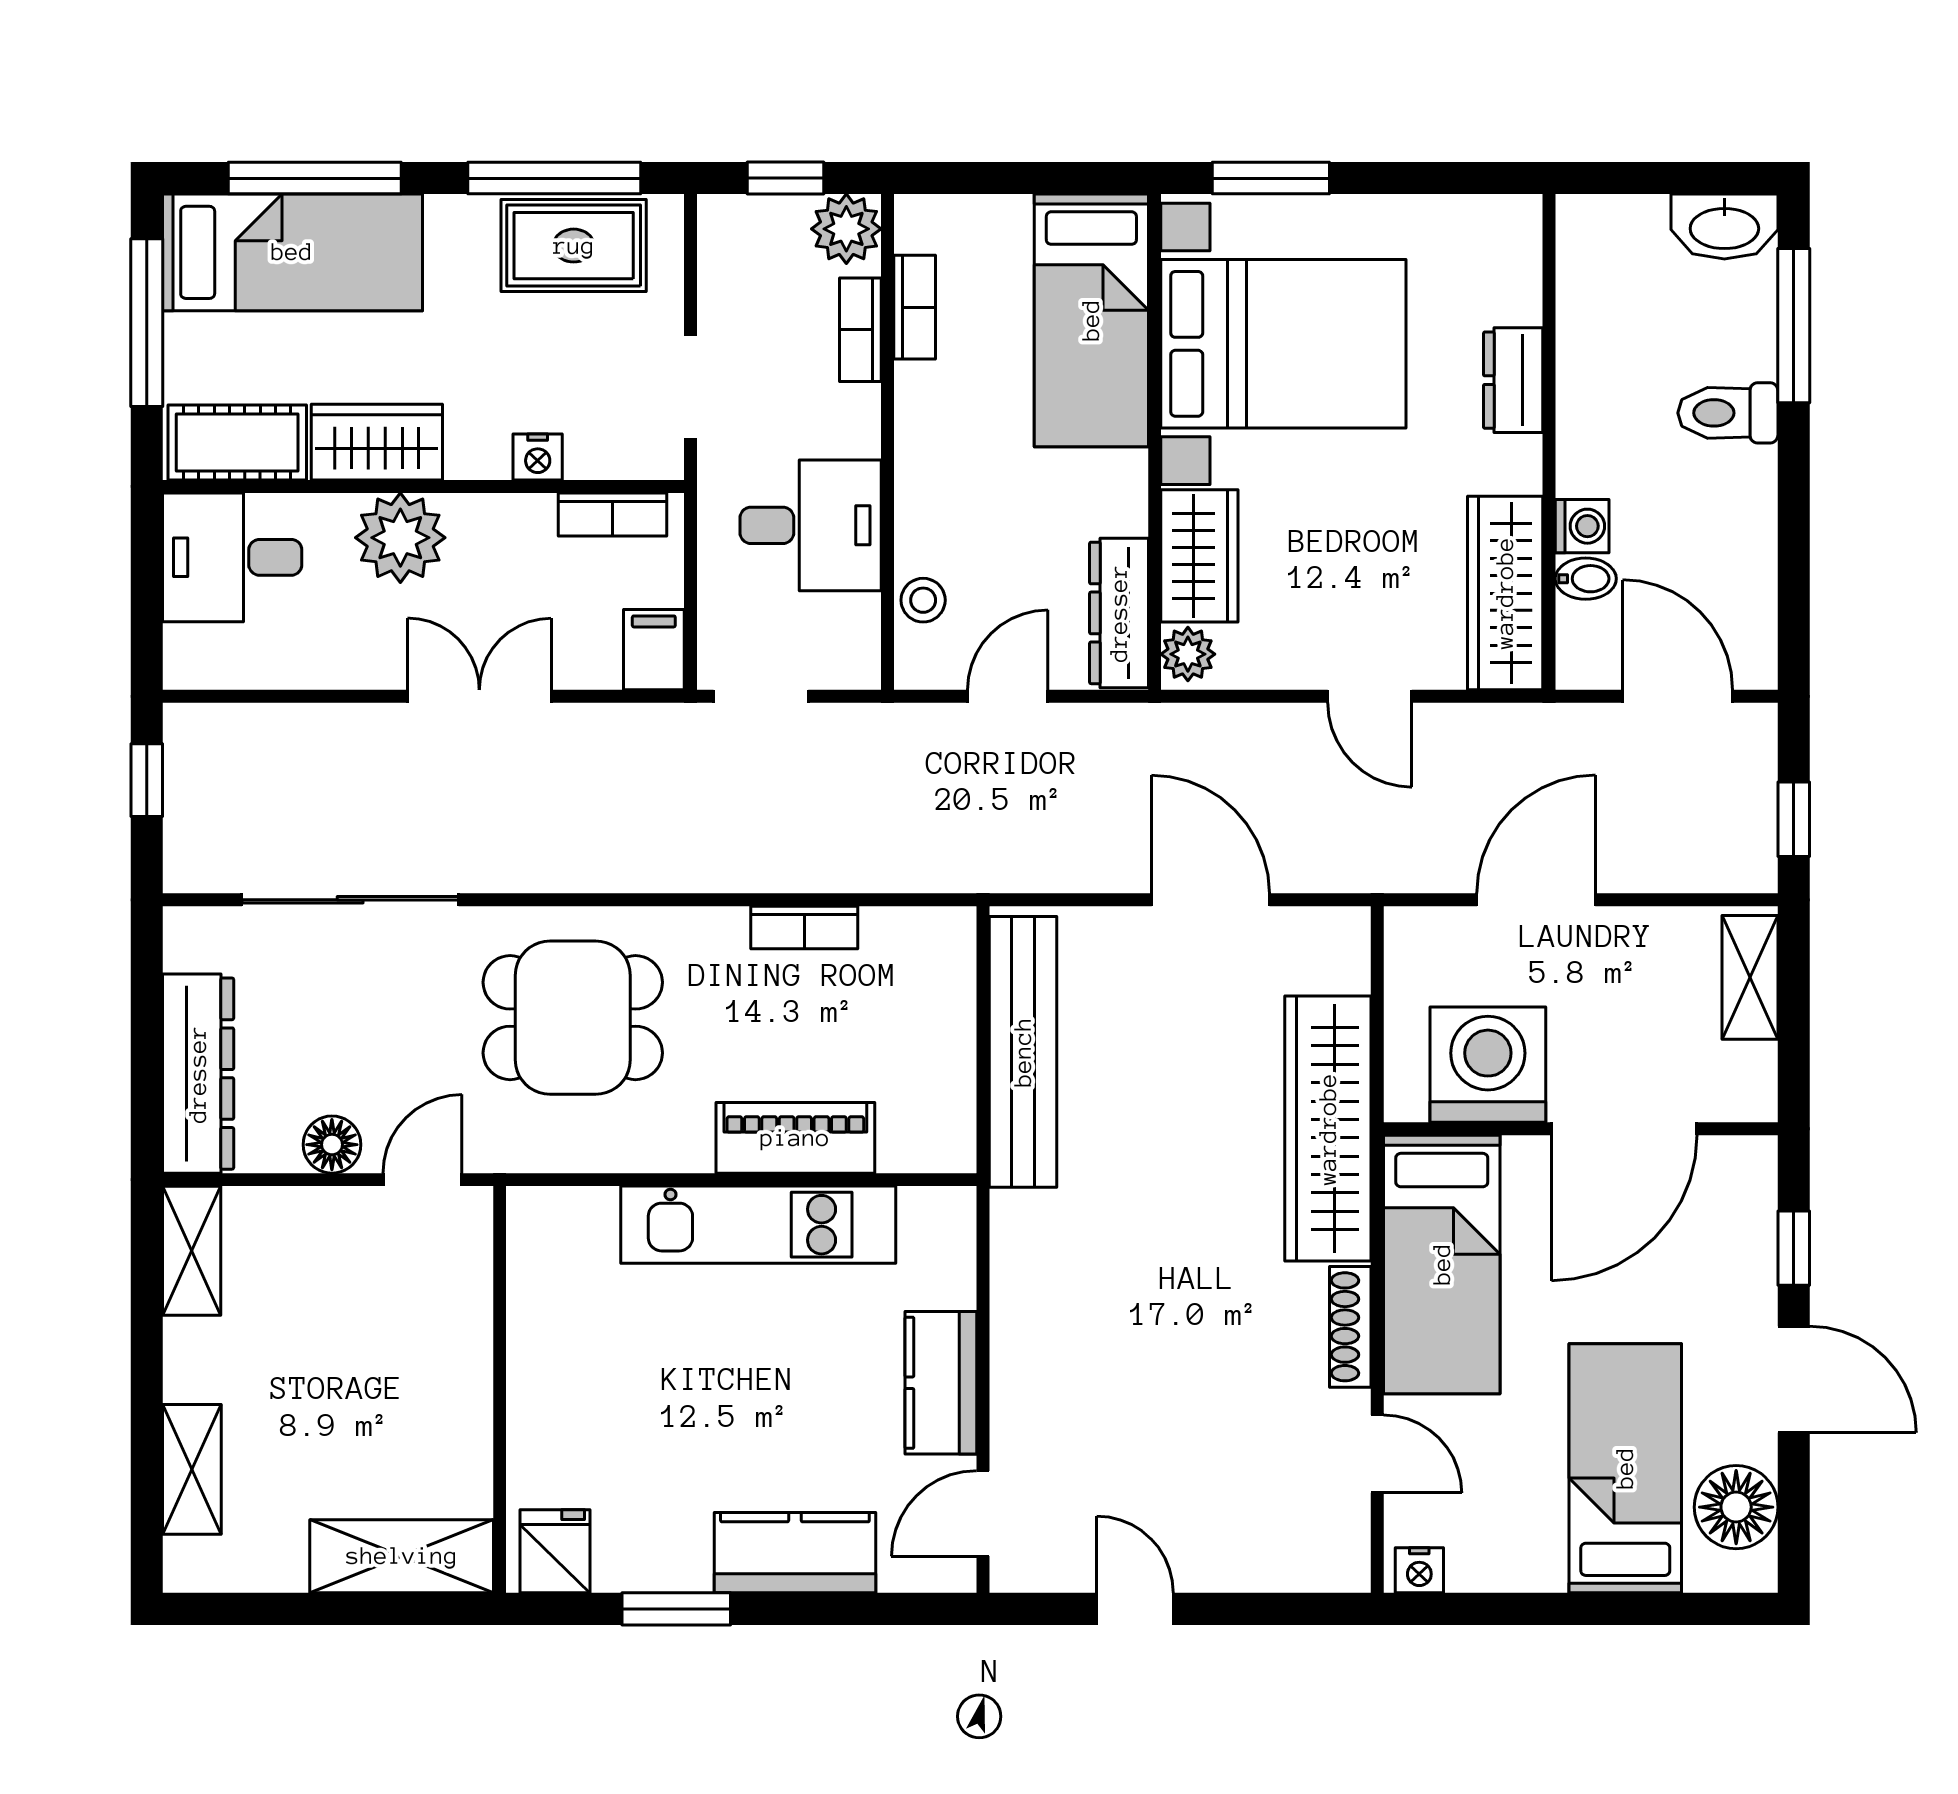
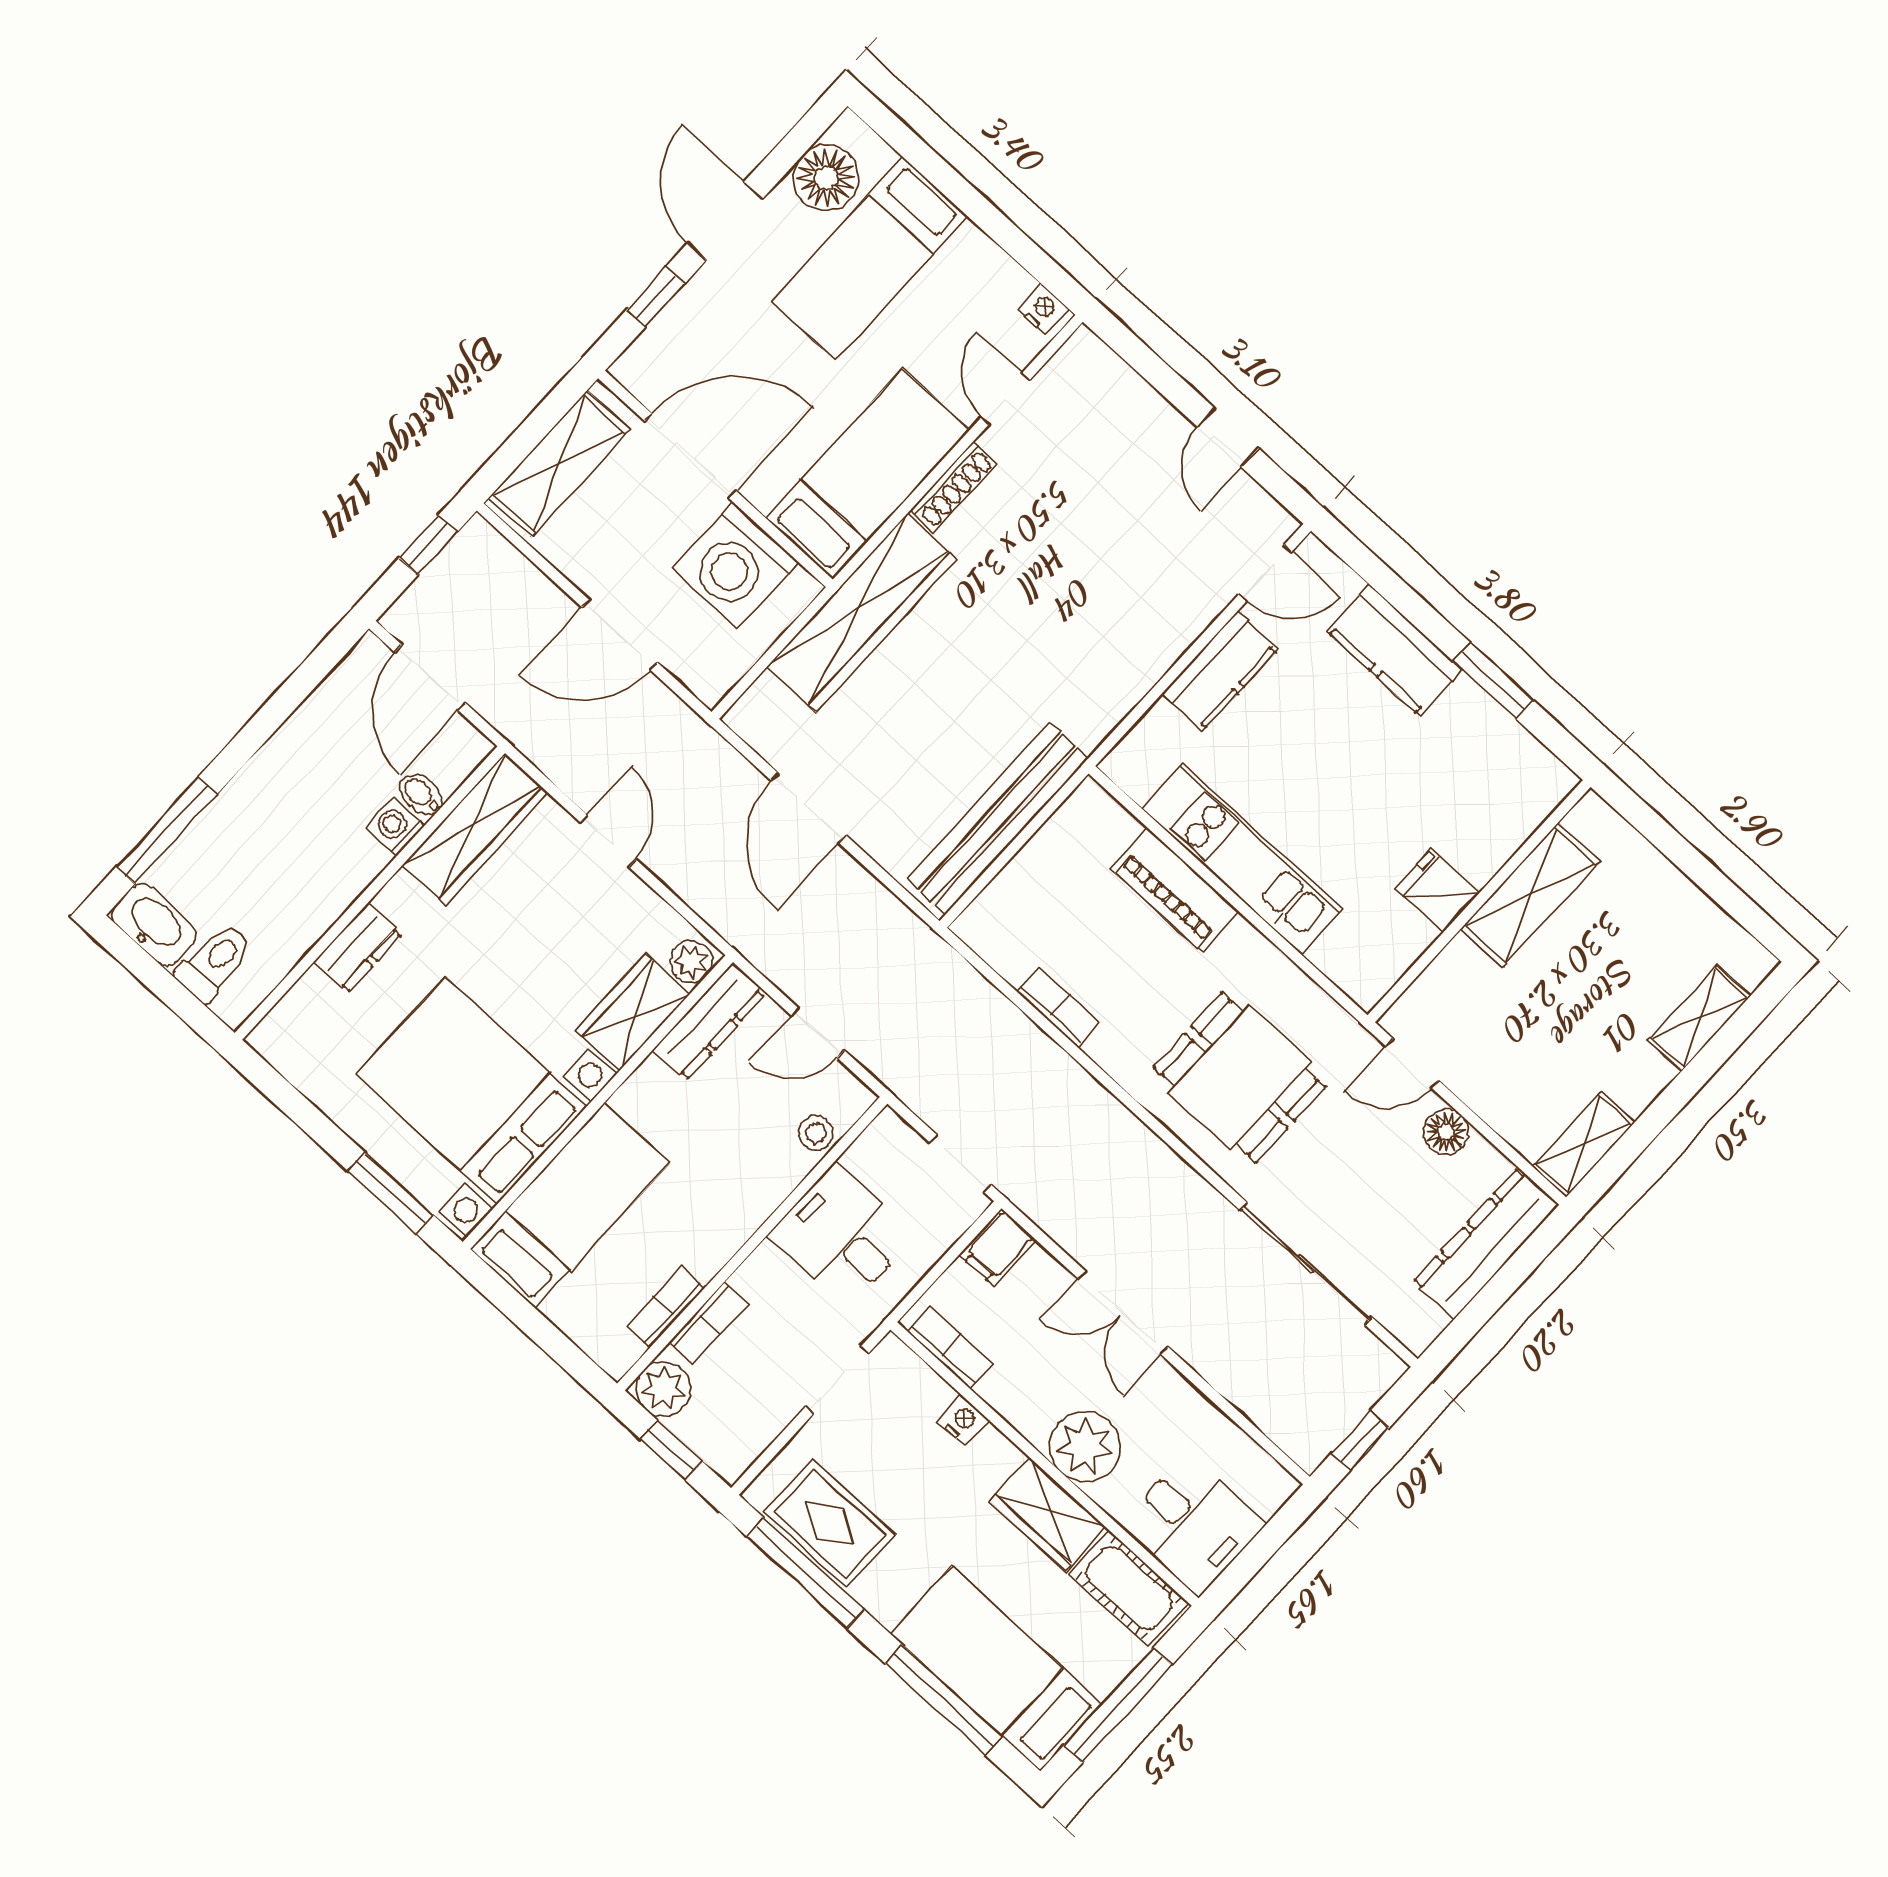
toilet: (1728, 413) -> (215, 962), moved, turned -90
shelving: (1750, 977) -> (559, 464), width x1.50, depth x1.33
fridge: (555, 1551) -> (1437, 891), moved, turned 90
shelving: (402, 1556) -> (1530, 895), moved, turned 90

